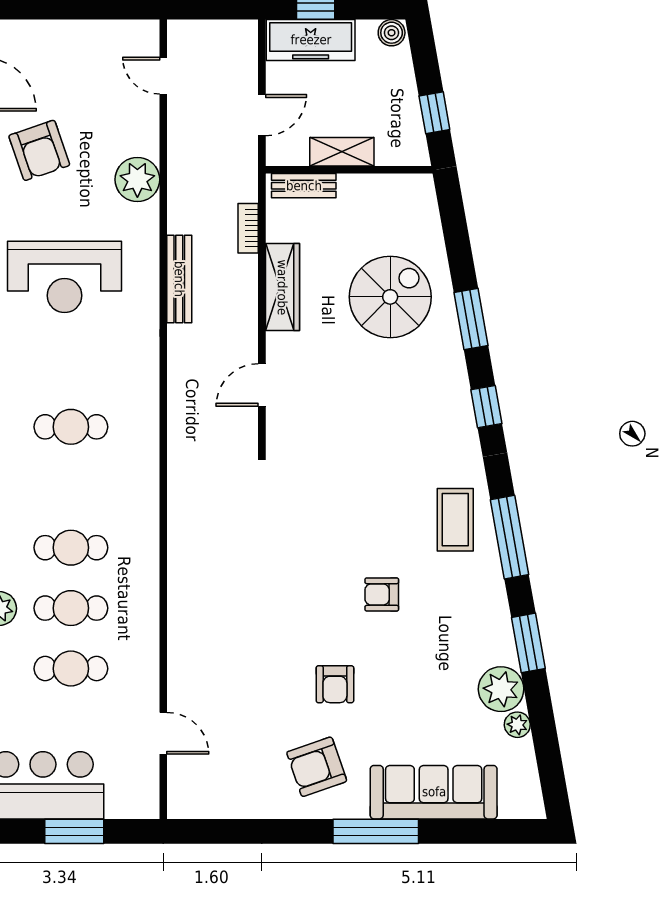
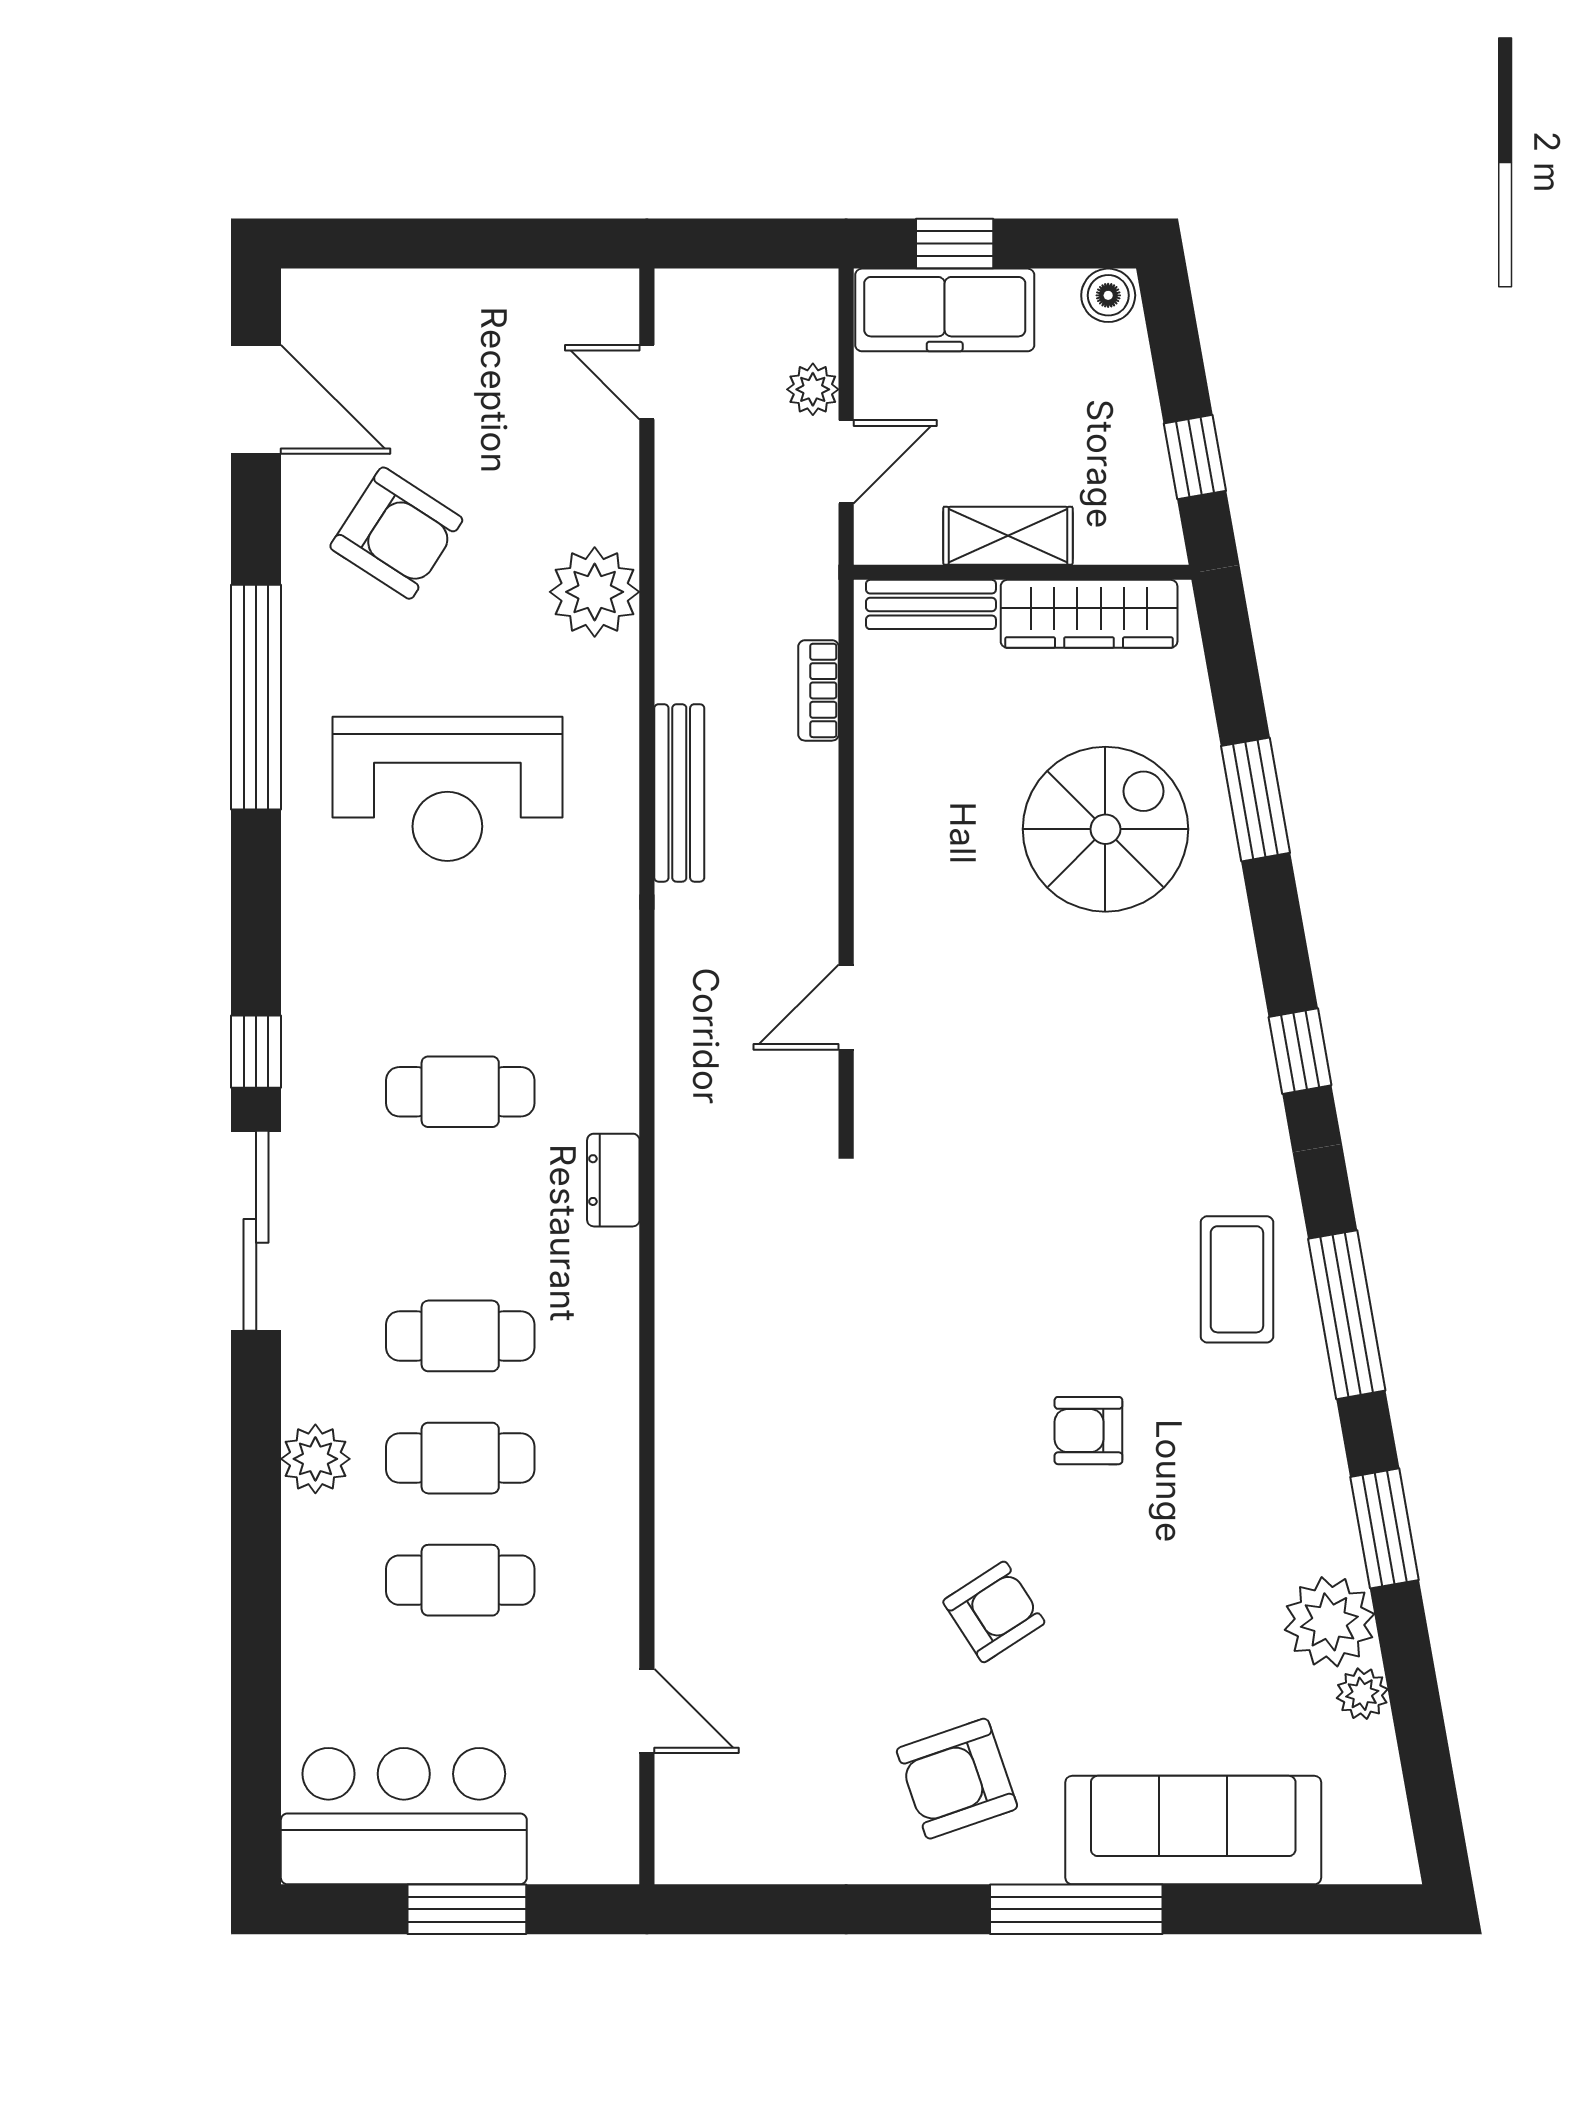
plant: (245, 79) -> (813, 389), added
armchair: (39, 150) -> (396, 533), turned -38
wardrobe: (282, 287) -> (1089, 614), moved, turned 90
window: (471, 319) -> (1256, 799), moved
dresser: (147, 471) -> (613, 1180), added
armchair: (335, 684) -> (994, 1612), turned -123

